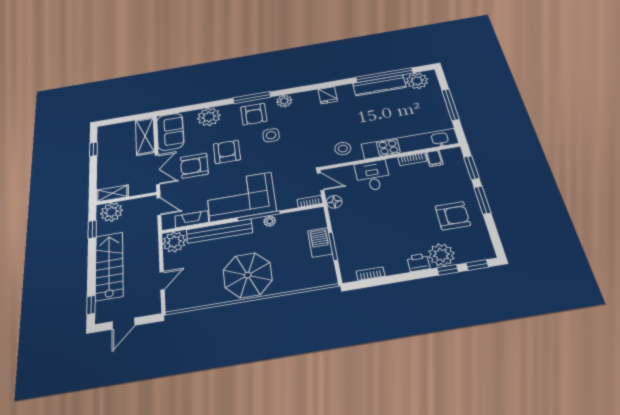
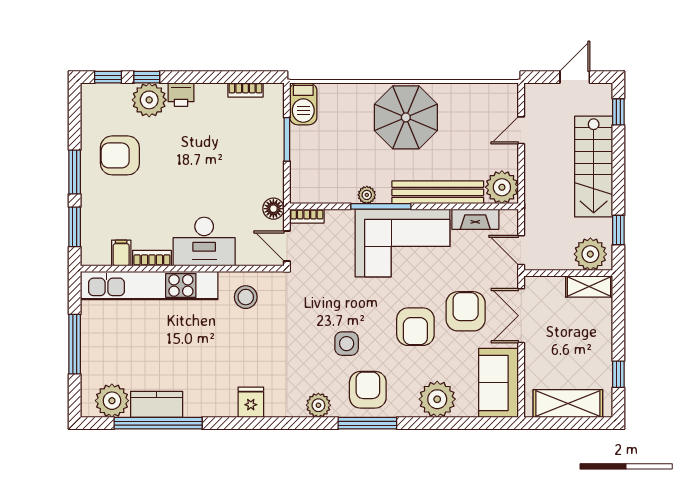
kitchen counter: (379, 85) -> (157, 404), width x0.67
shelving: (145, 136) -> (568, 404), moved, turned 90
armchair: (194, 166) -> (466, 311), turned -90
desk: (373, 176) -> (204, 241), width x1.37
barbecue: (320, 242) -> (303, 104), moved

